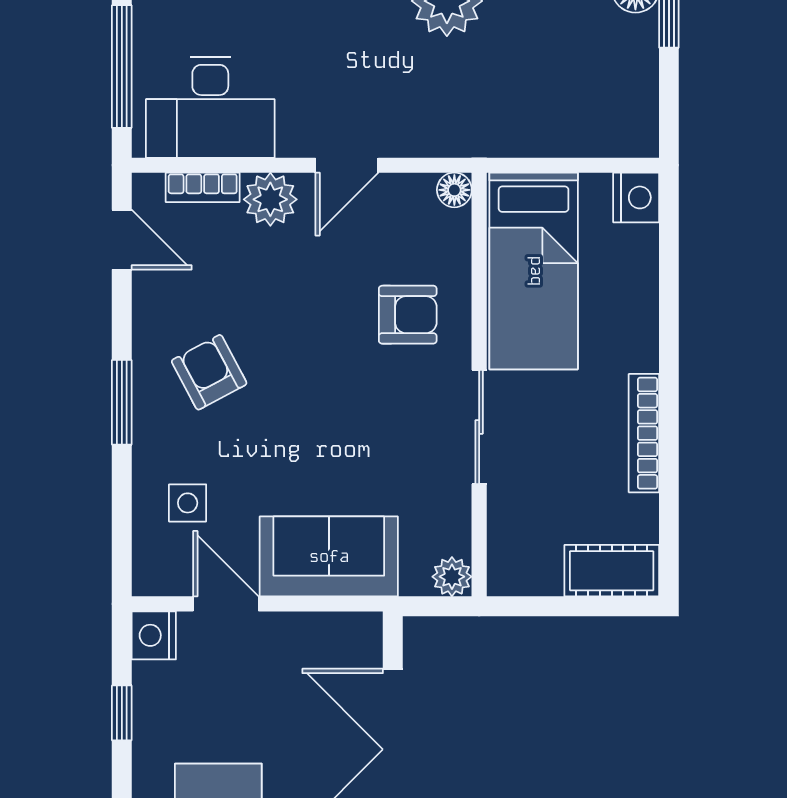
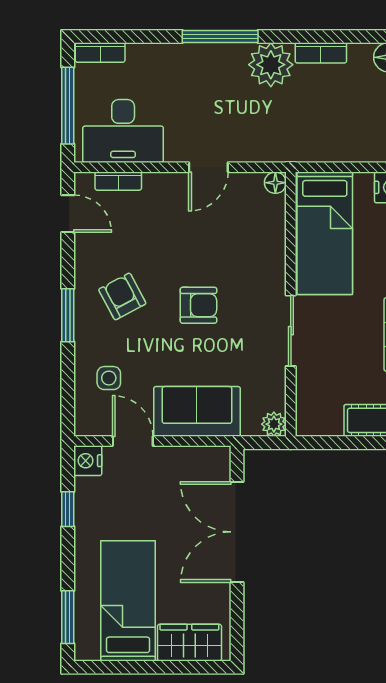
plant: (270, 199) -> (160, 188), removed
armchair: (408, 315) -> (199, 305), moved

